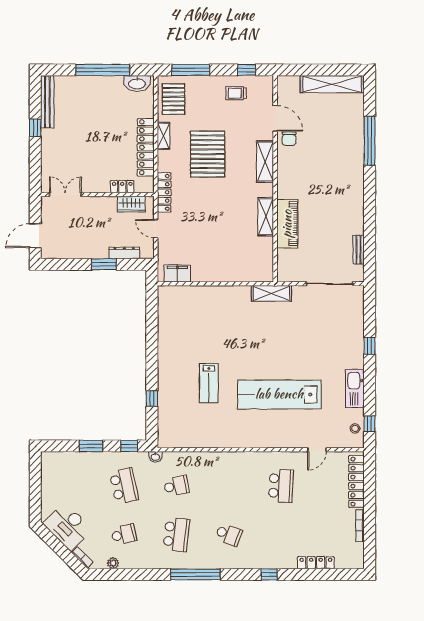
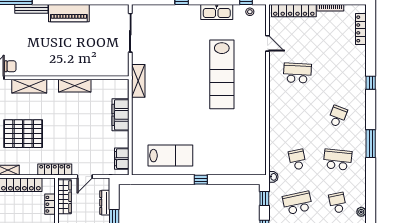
wardrobe: (131, 204) -> (65, 197), width x1.50
piano: (287, 224) -> (69, 13), moved, turned 180
bench: (358, 250) -> (31, 9), moved, width x1.36
filing cabinet: (230, 272) -> (121, 115), added
lab bench: (209, 383) -> (170, 156), moved, width x1.36, depth x1.39
window: (152, 399) -> (201, 180), moved
locker: (316, 563) -> (361, 29), moved
window: (195, 574) -> (371, 144), width x0.68

